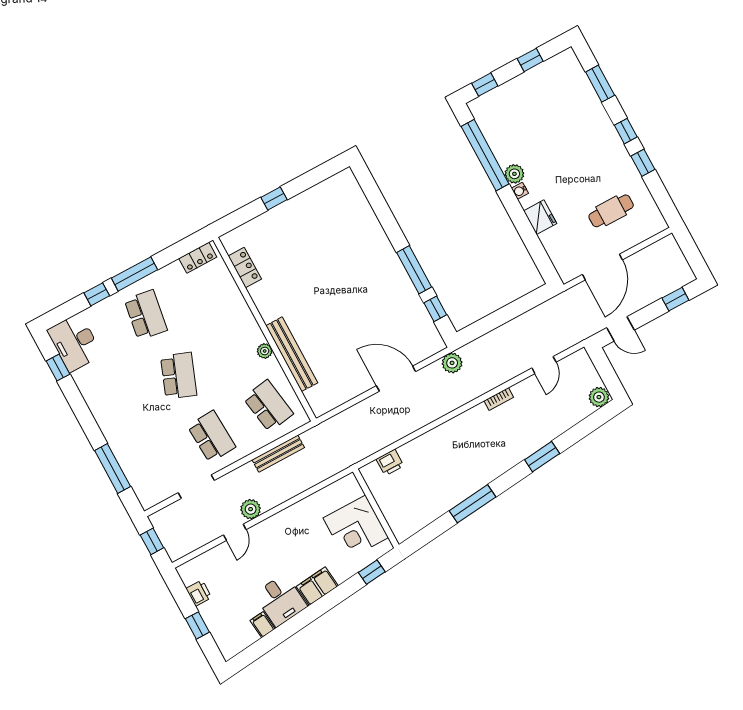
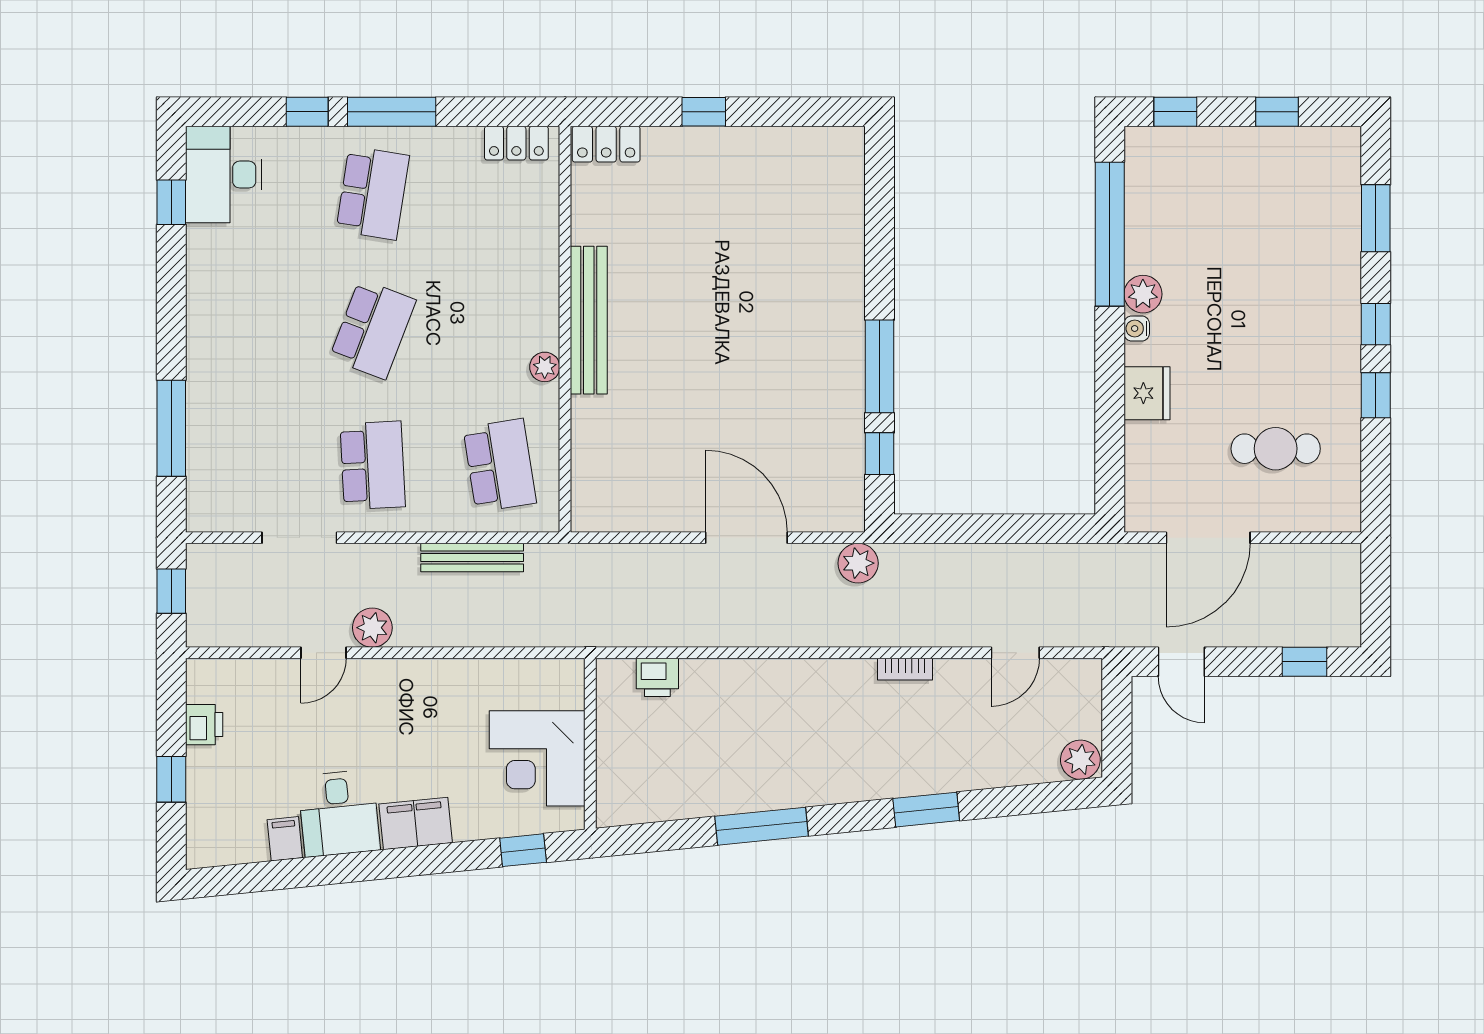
locker: (245, 268) -> (606, 144), moved, turned 90
bench: (292, 354) -> (589, 320), moved

